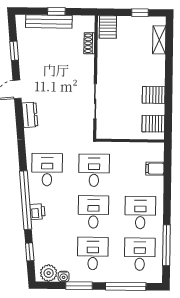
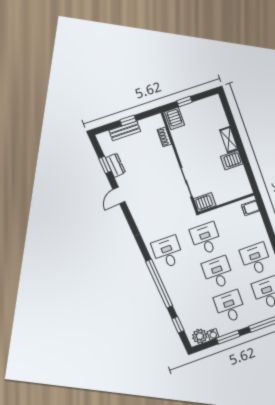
window: (140, 13) -> (184, 102), moved
bench: (49, 22) -> (125, 131), width x0.73
shelving: (159, 40) -> (229, 140), moved
dresser: (30, 115) -> (115, 165), moved
server rack: (153, 124) -> (205, 202), moved, turned 180
filing cabinet: (155, 169) -> (250, 208), moved
printer: (37, 212) -> (172, 289), removed

